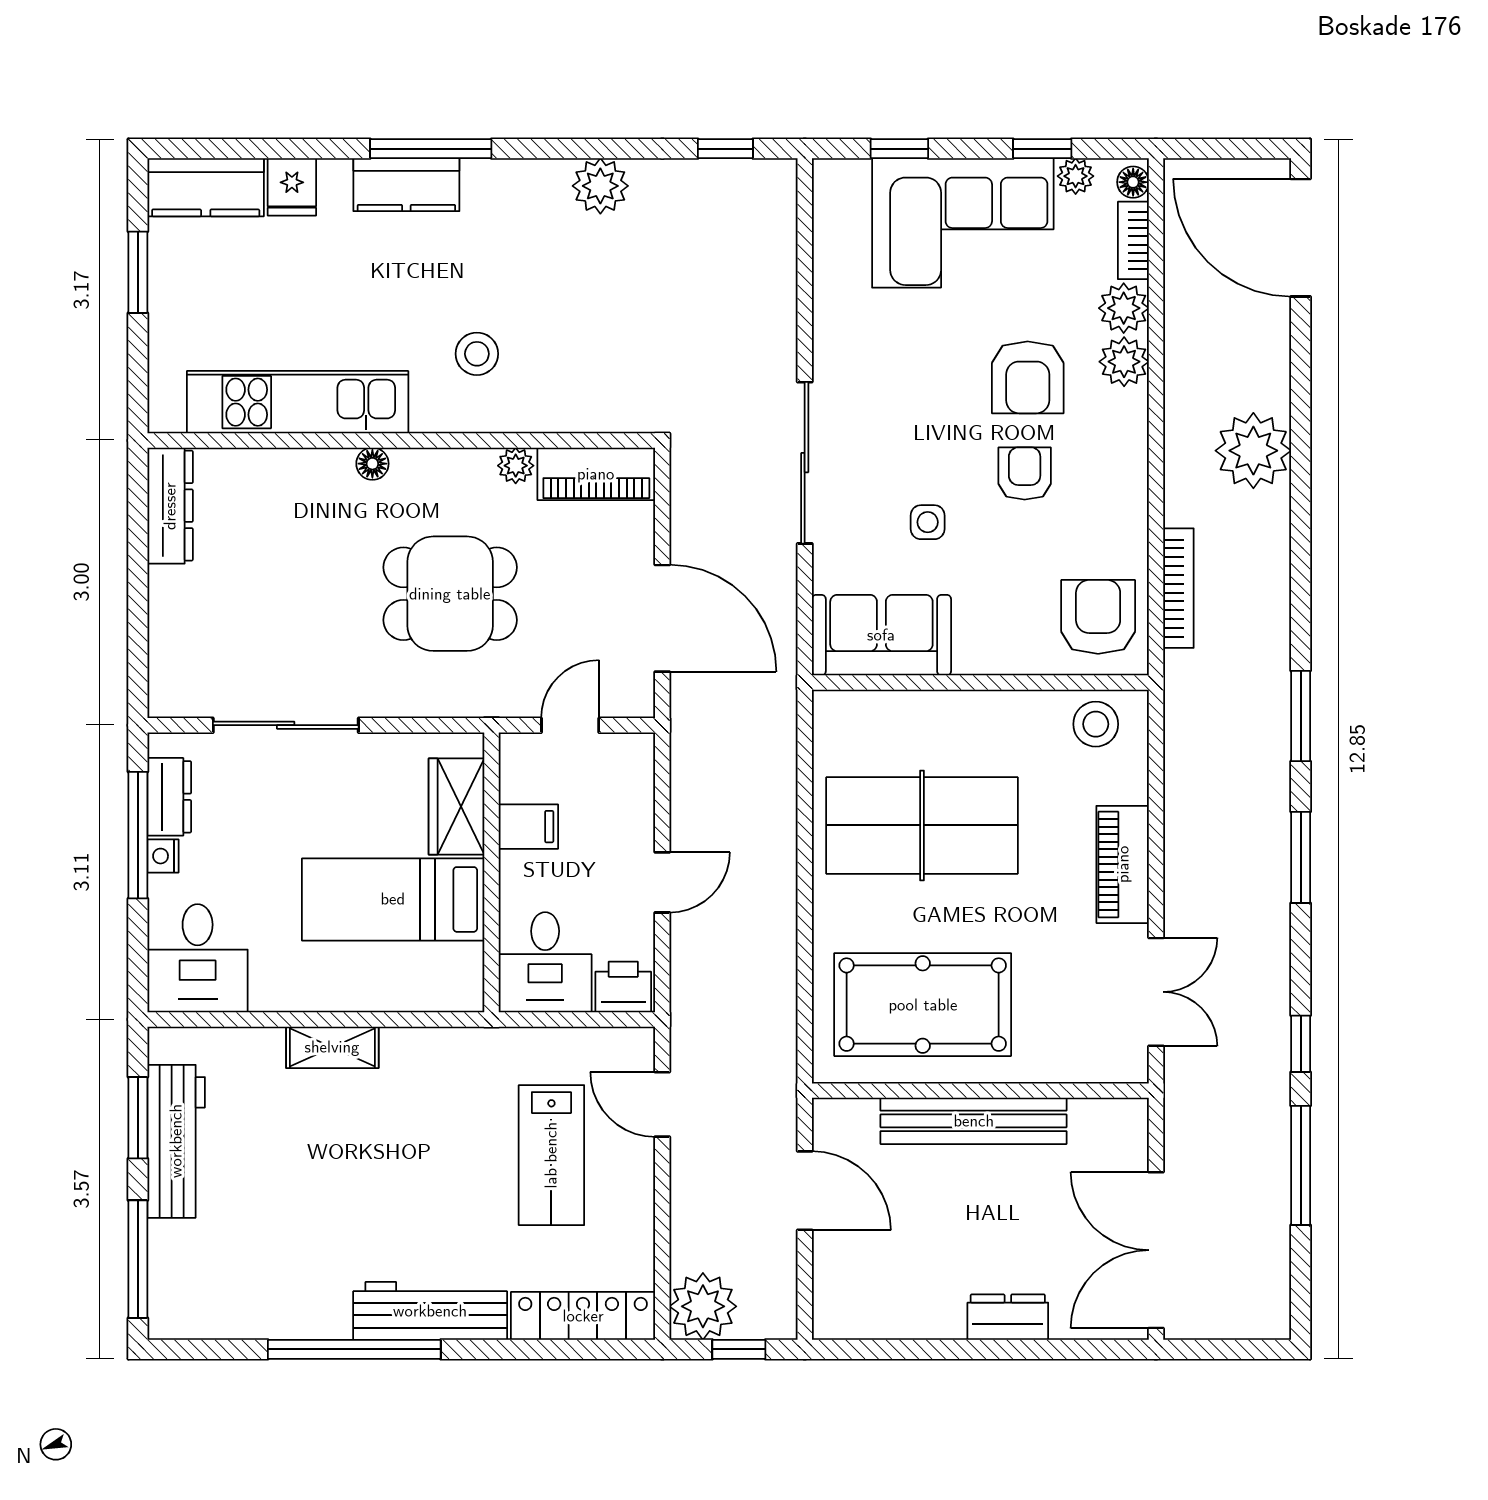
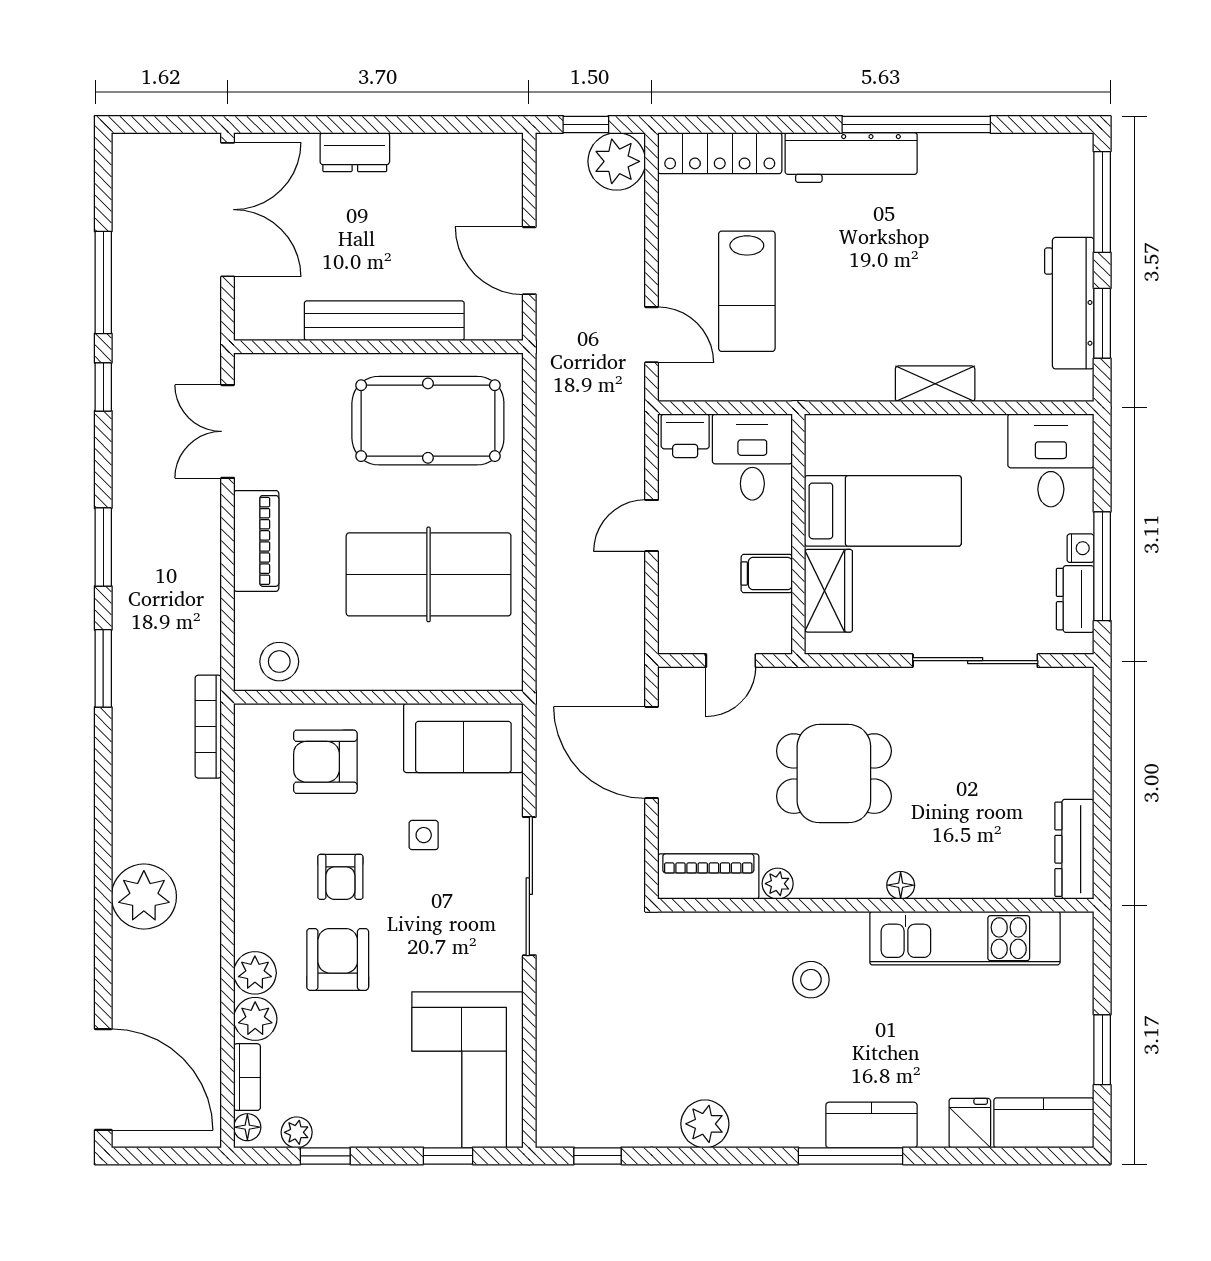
corner sofa: (963, 223) -> (468, 1070), moved, turned -90
bookcase: (1178, 588) -> (208, 727), moved
armchair: (1098, 617) -> (325, 762), moved, turned 90
lab bench: (551, 1155) -> (747, 291), turned 180

